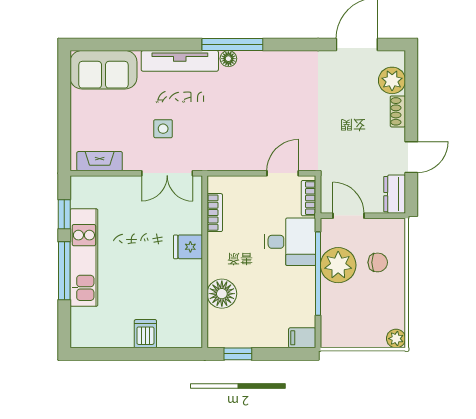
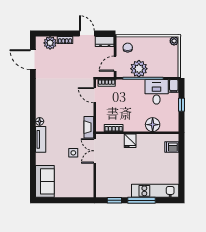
window: (232, 45) -> (33, 119), removed
tv unit: (180, 61) -> (41, 139), width x0.71
fireplace: (100, 161) -> (89, 127), moved
double door: (167, 173) -> (95, 151), swing flipped
desk: (290, 242) -> (157, 92), moved
kitchen unit: (84, 258) -> (155, 191), moved
chair: (378, 262) -> (128, 48), moved
dishwasher: (145, 334) -> (172, 147), moved
window: (238, 354) -> (181, 105), moved

